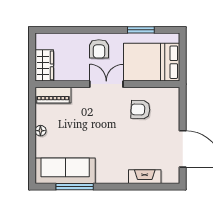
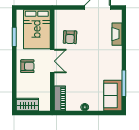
wardrobe: (44, 65) -> (27, 105), moved
double door: (106, 84) -> (52, 61), swing flipped
sofa: (65, 171) -> (113, 95), width x0.73

